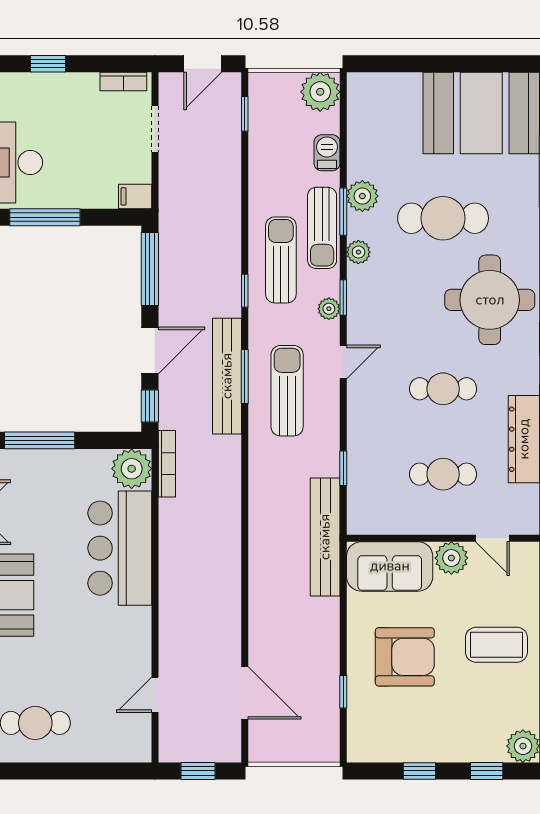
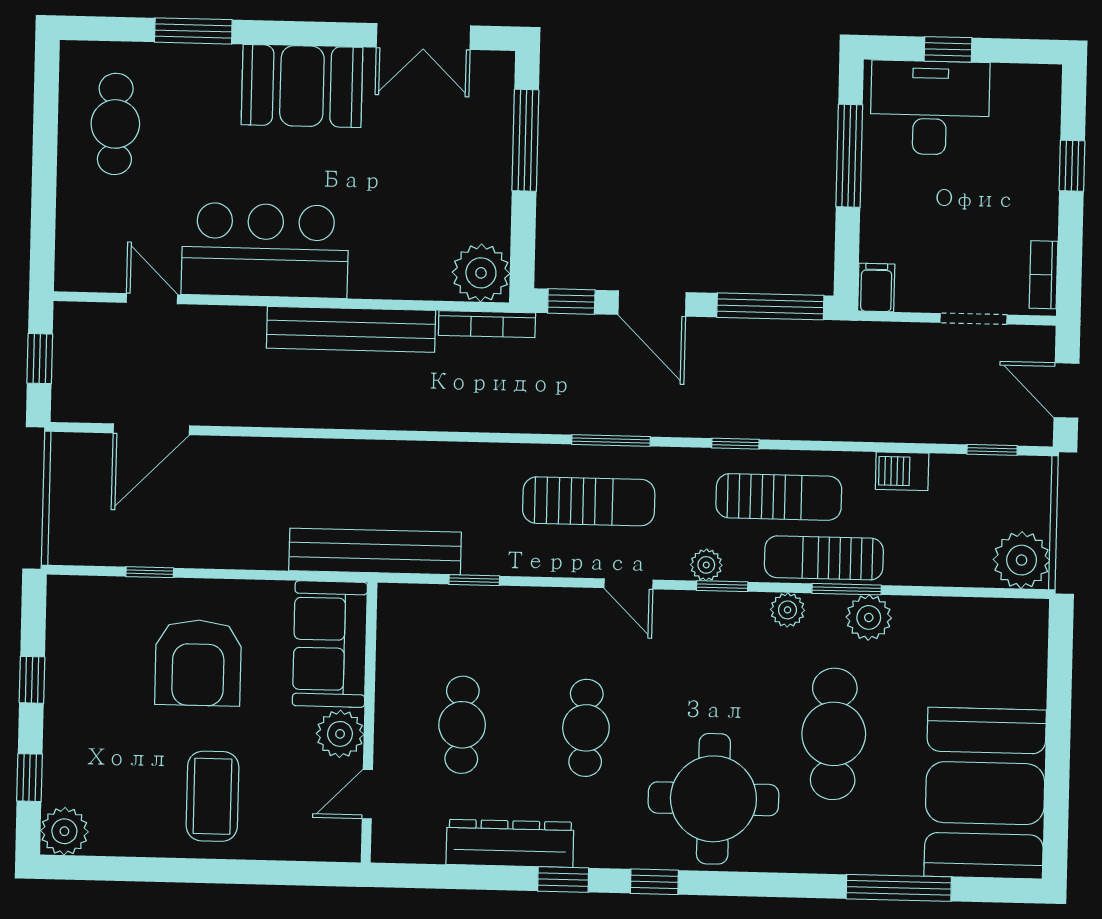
barbecue: (327, 153) -> (902, 471), moved, turned 180
bench: (227, 376) -> (351, 329), moved
bar counter: (120, 548) -> (265, 250), moved

